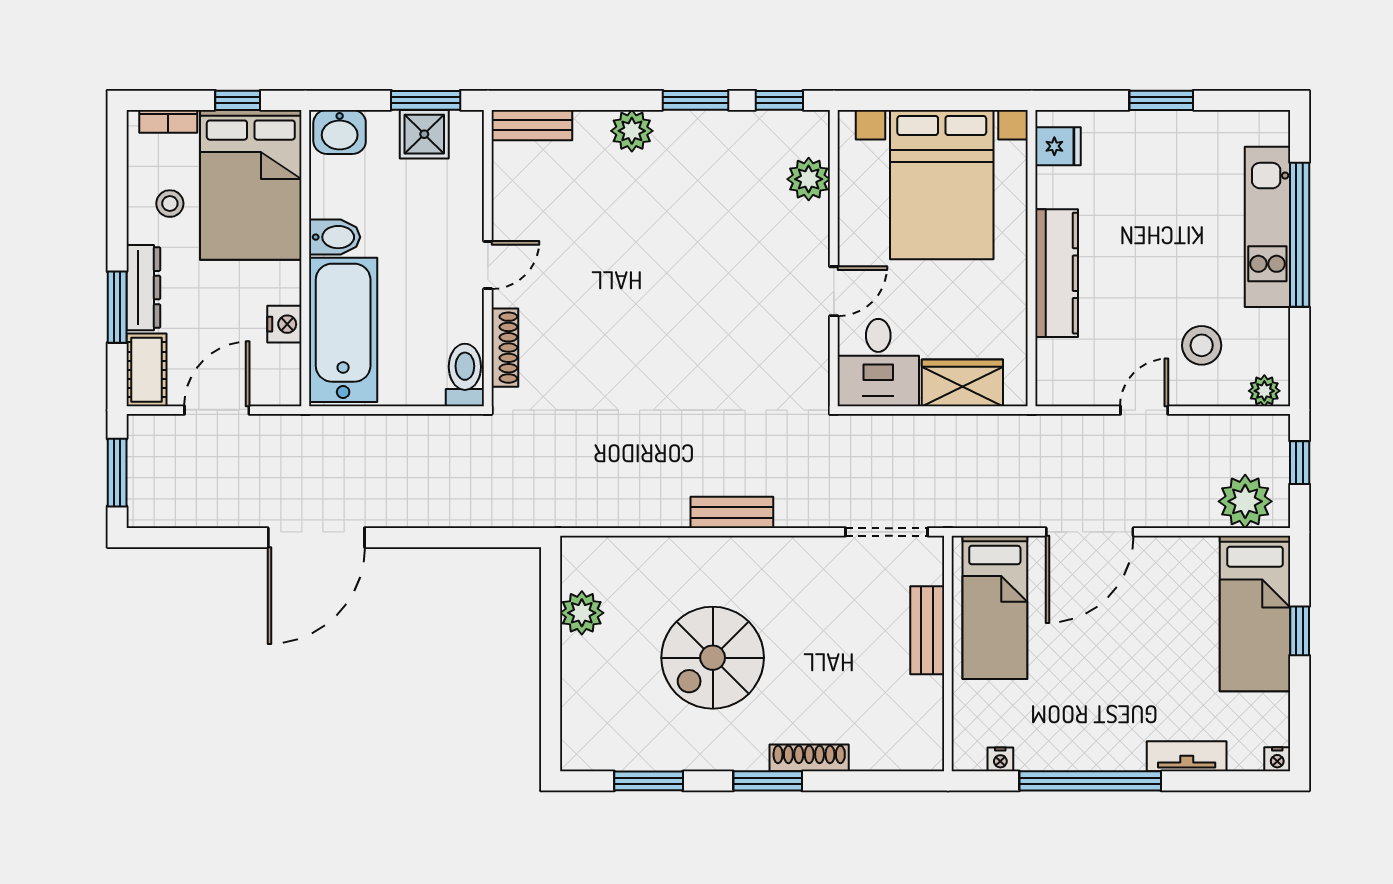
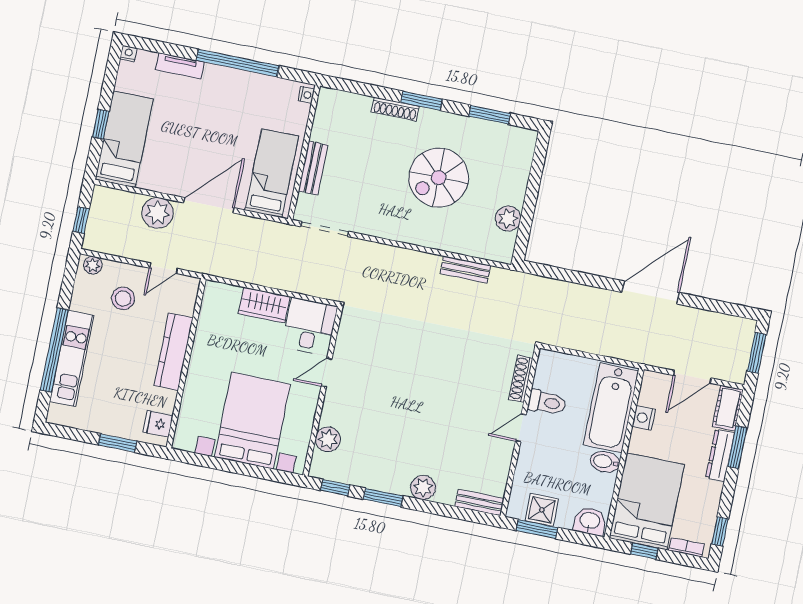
fridge: (1058, 146) -> (158, 424), moved
window: (117, 160) -> (720, 531), added
stool: (170, 204) -> (695, 500), removed
wall: (1032, 258) -> (186, 363), moved
kitchen counter: (1057, 273) -> (174, 352), moved
toilet: (465, 375) -> (547, 403), moved, turned -90
plant: (1245, 501) -> (158, 213), moved
bench: (732, 512) -> (465, 269), moved
spiral stairs: (713, 658) -> (439, 178), turned 180
nightstand: (1000, 759) -> (306, 95), moved, turned 90

